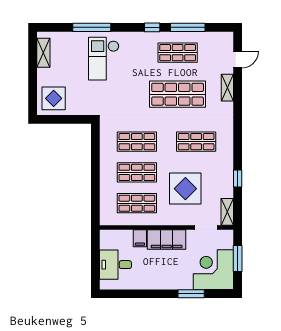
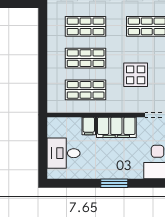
display table: (185, 189) -> (136, 75), width x0.73, depth x0.73
window: (191, 294) -> (114, 183), moved

